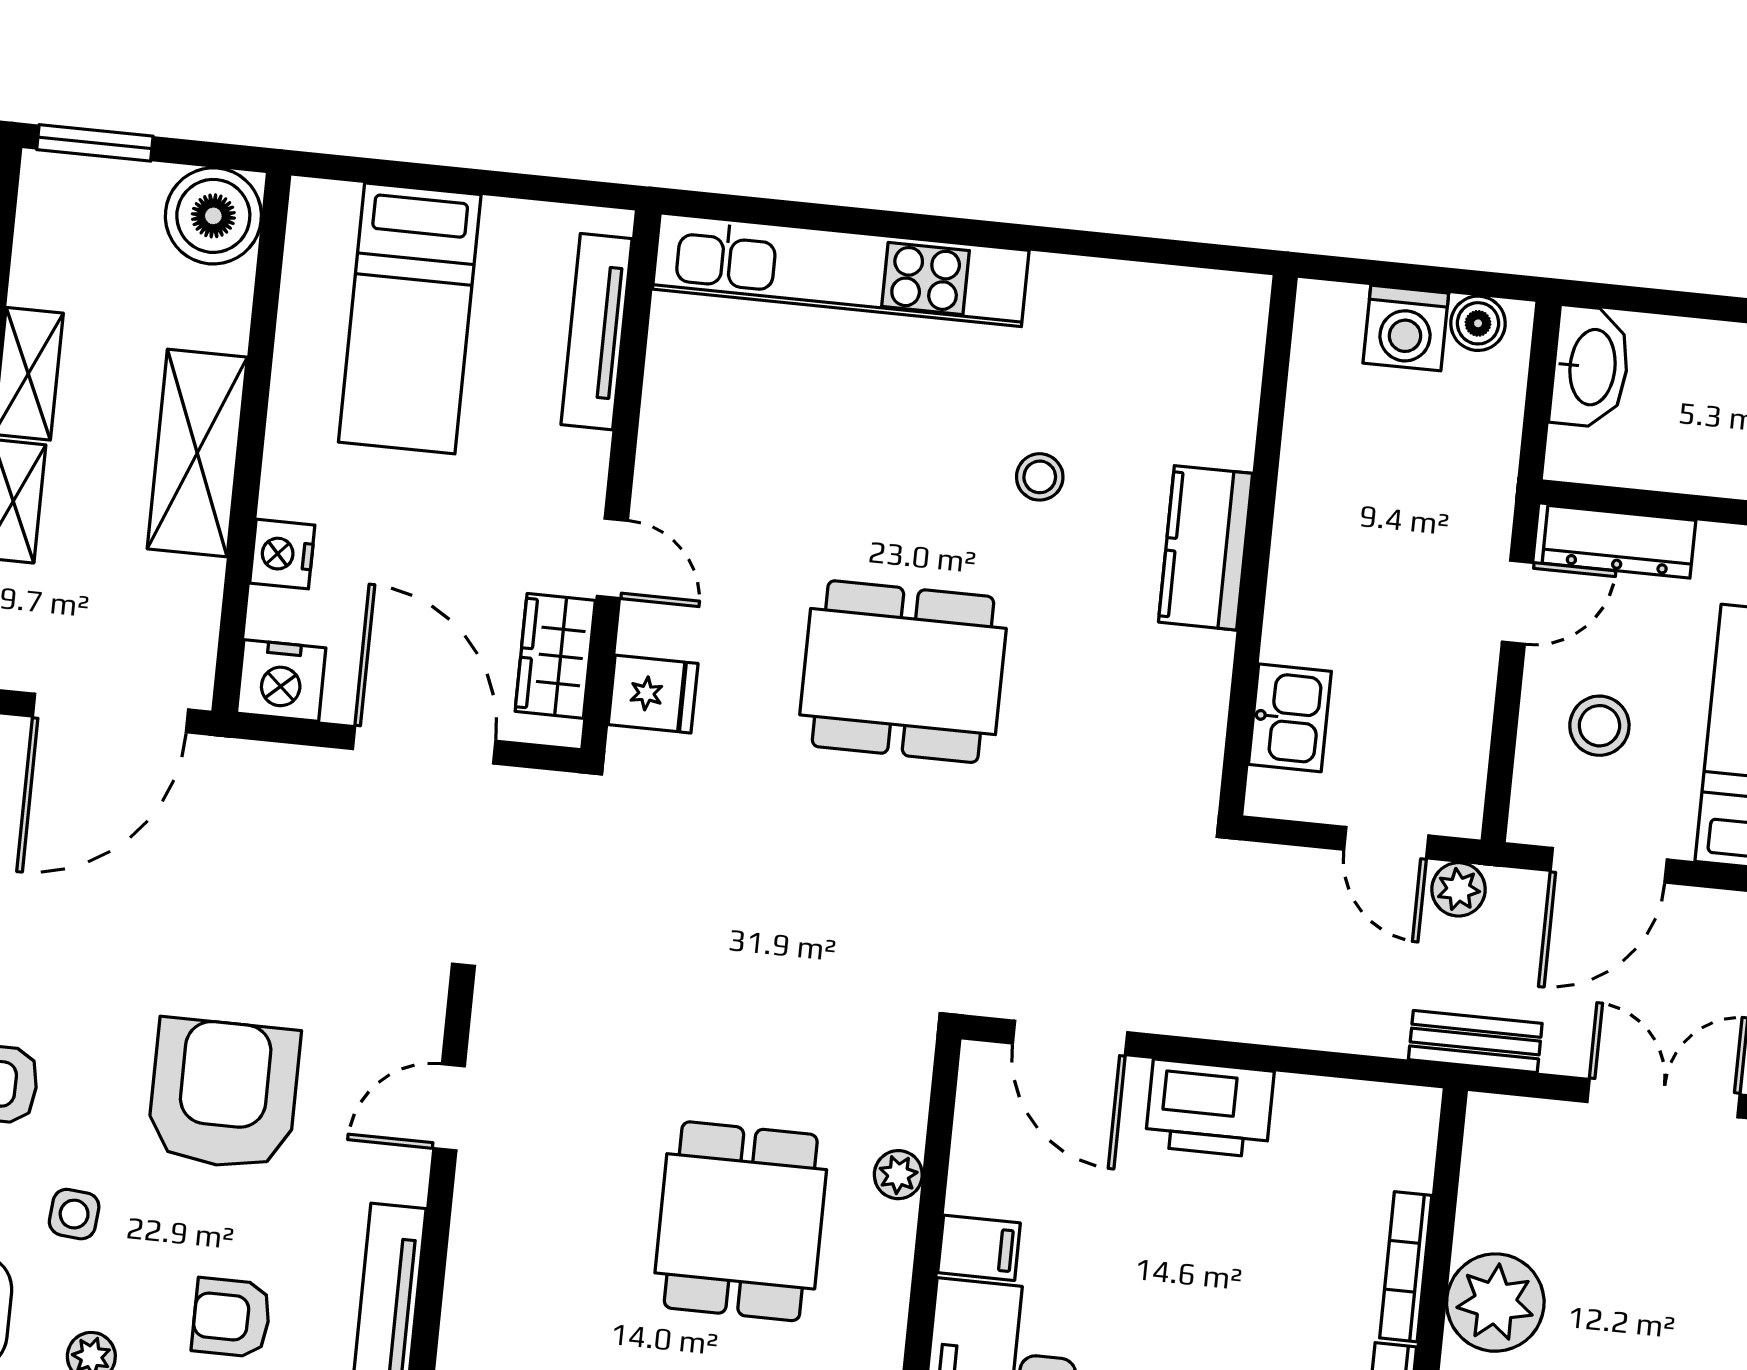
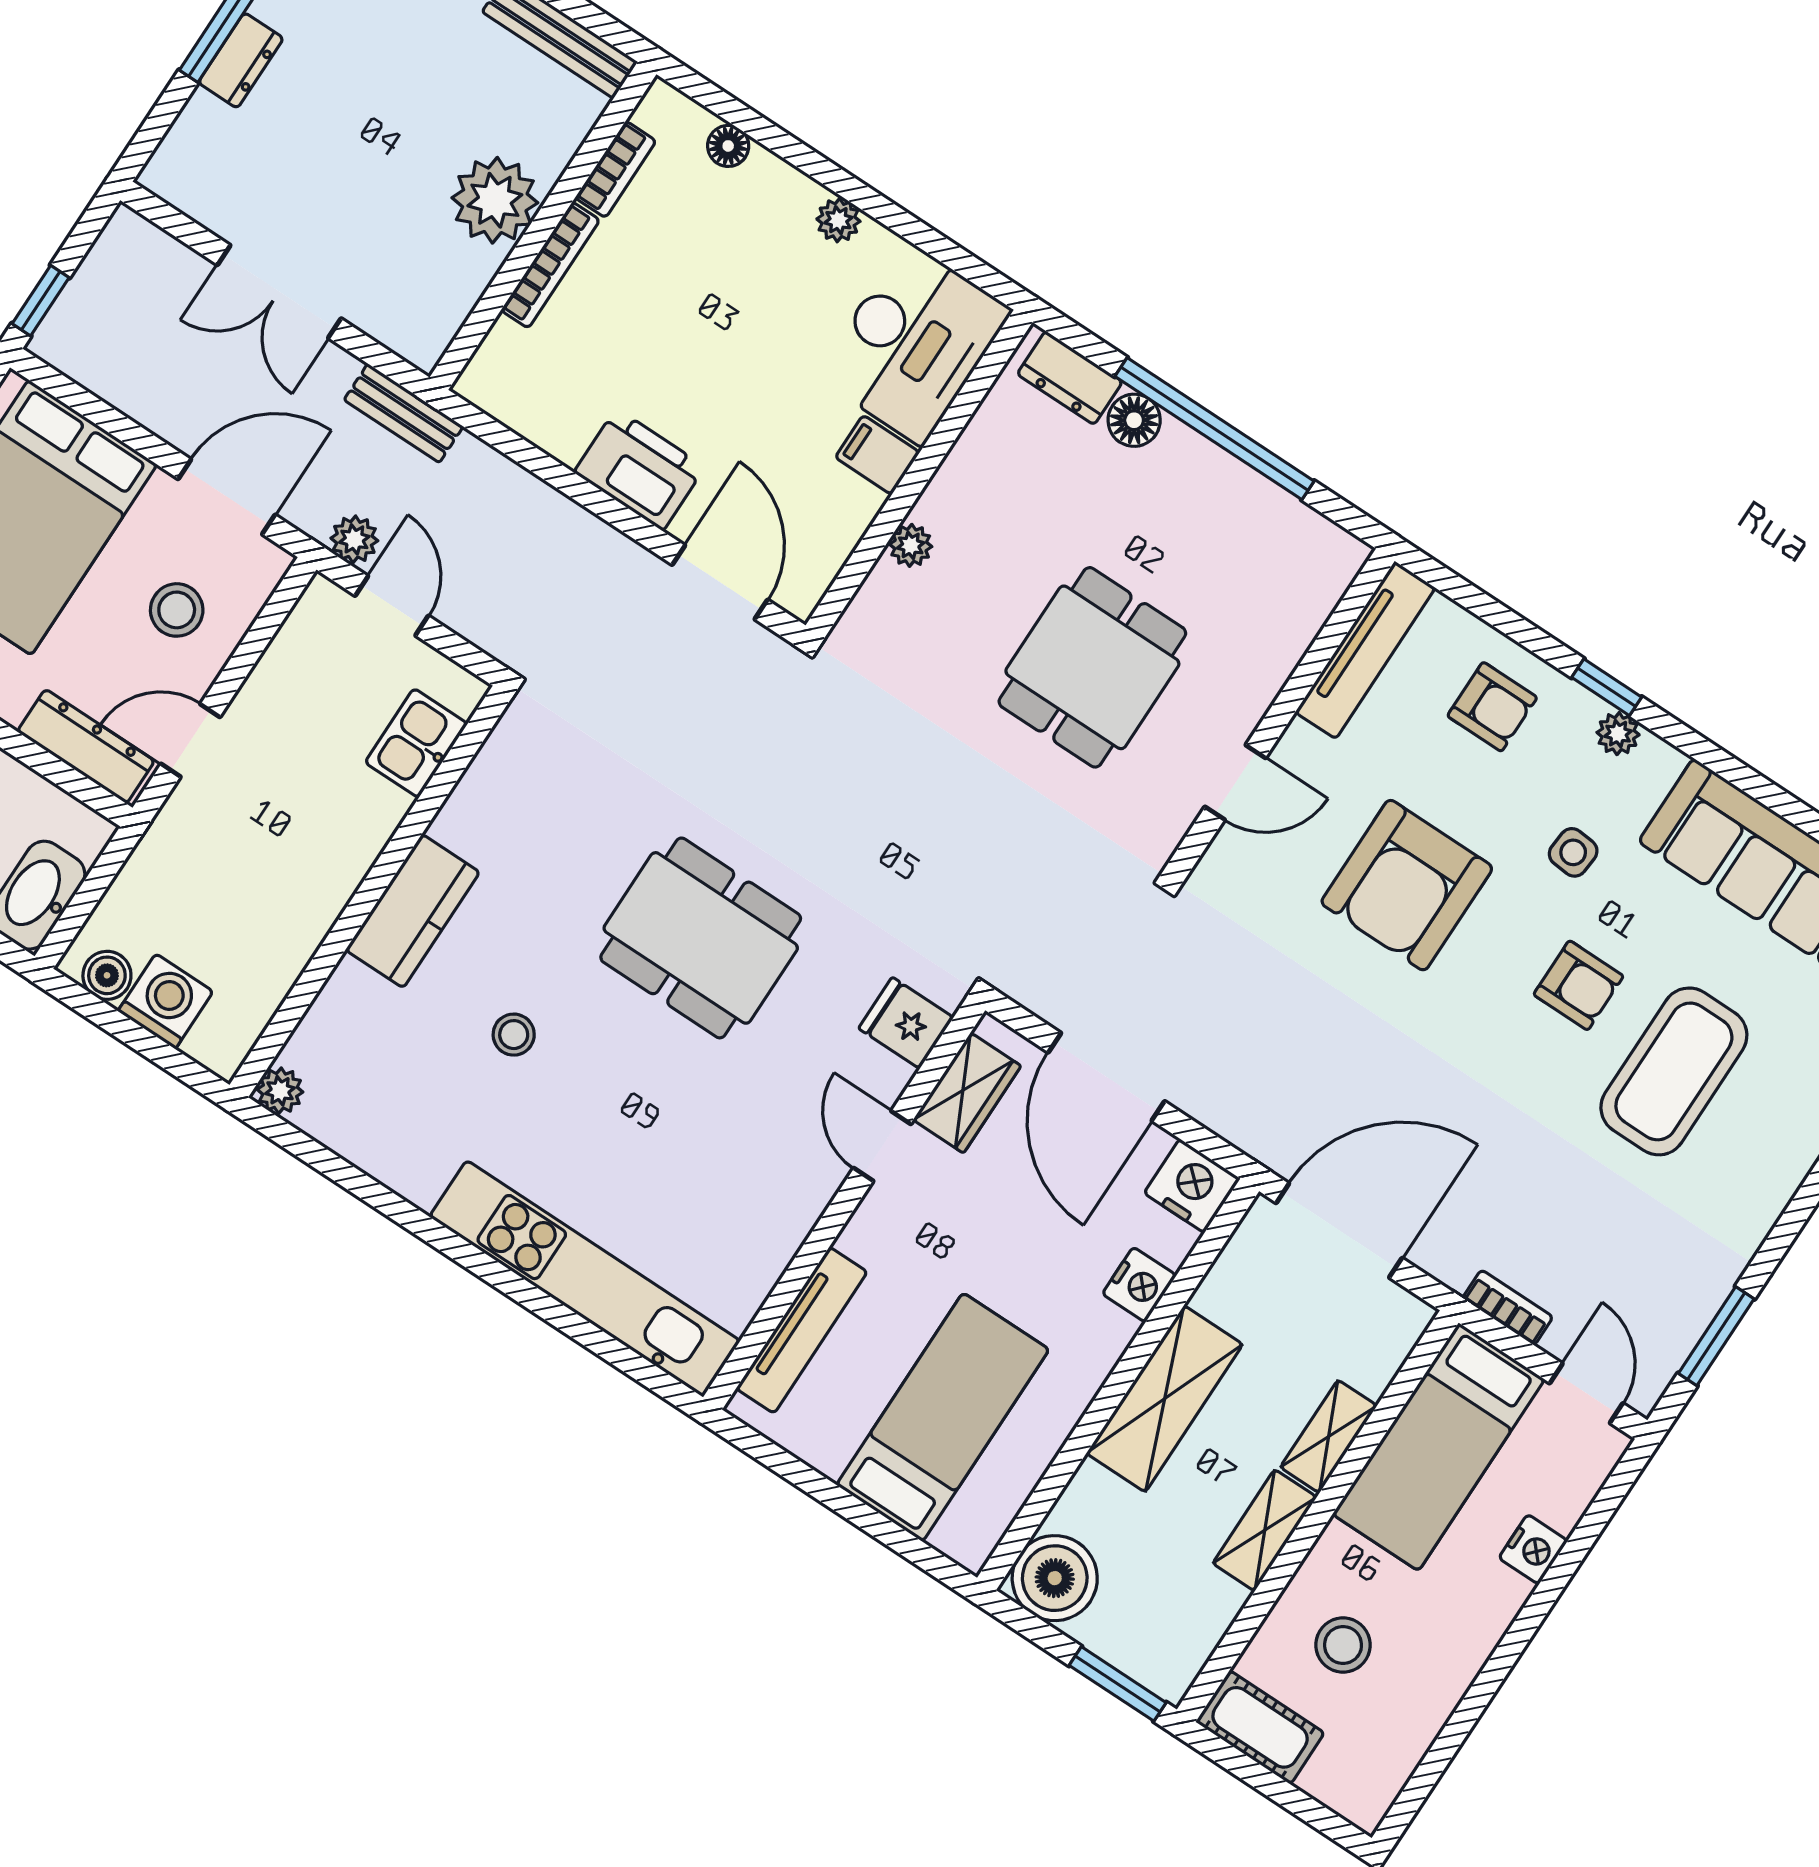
plant: (1244, 298) -> (280, 1091), added
dining table: (741, 1221) -> (1092, 667), moved

